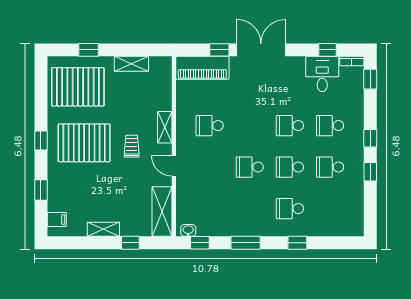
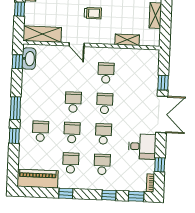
piano: (202, 68) -> (38, 179), moved, turned 90
desk: (322, 74) -> (142, 146), moved
school desk: (250, 126) -> (105, 103), added
shelving: (165, 127) -> (127, 40), moved
window: (370, 138) -> (109, 195), moved
door: (174, 166) -> (77, 45), swing flipped
washbasin: (188, 230) -> (29, 59), width x1.91, depth x1.45
window: (246, 243) -> (15, 108), moved

